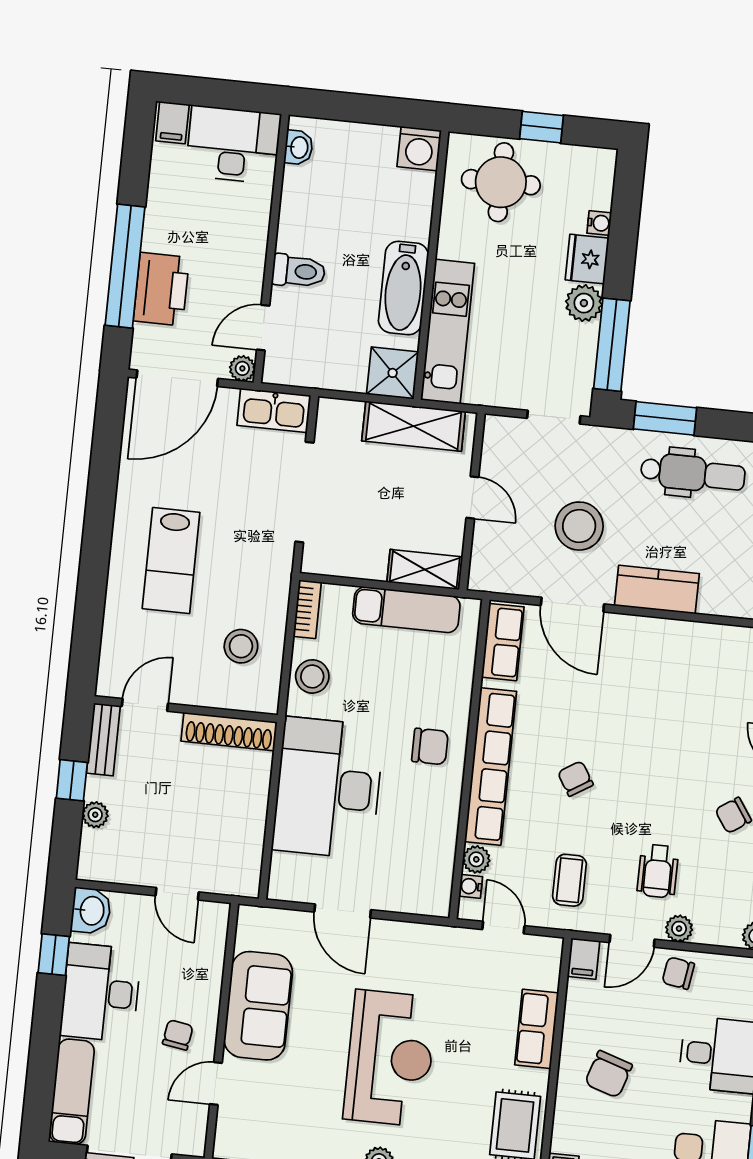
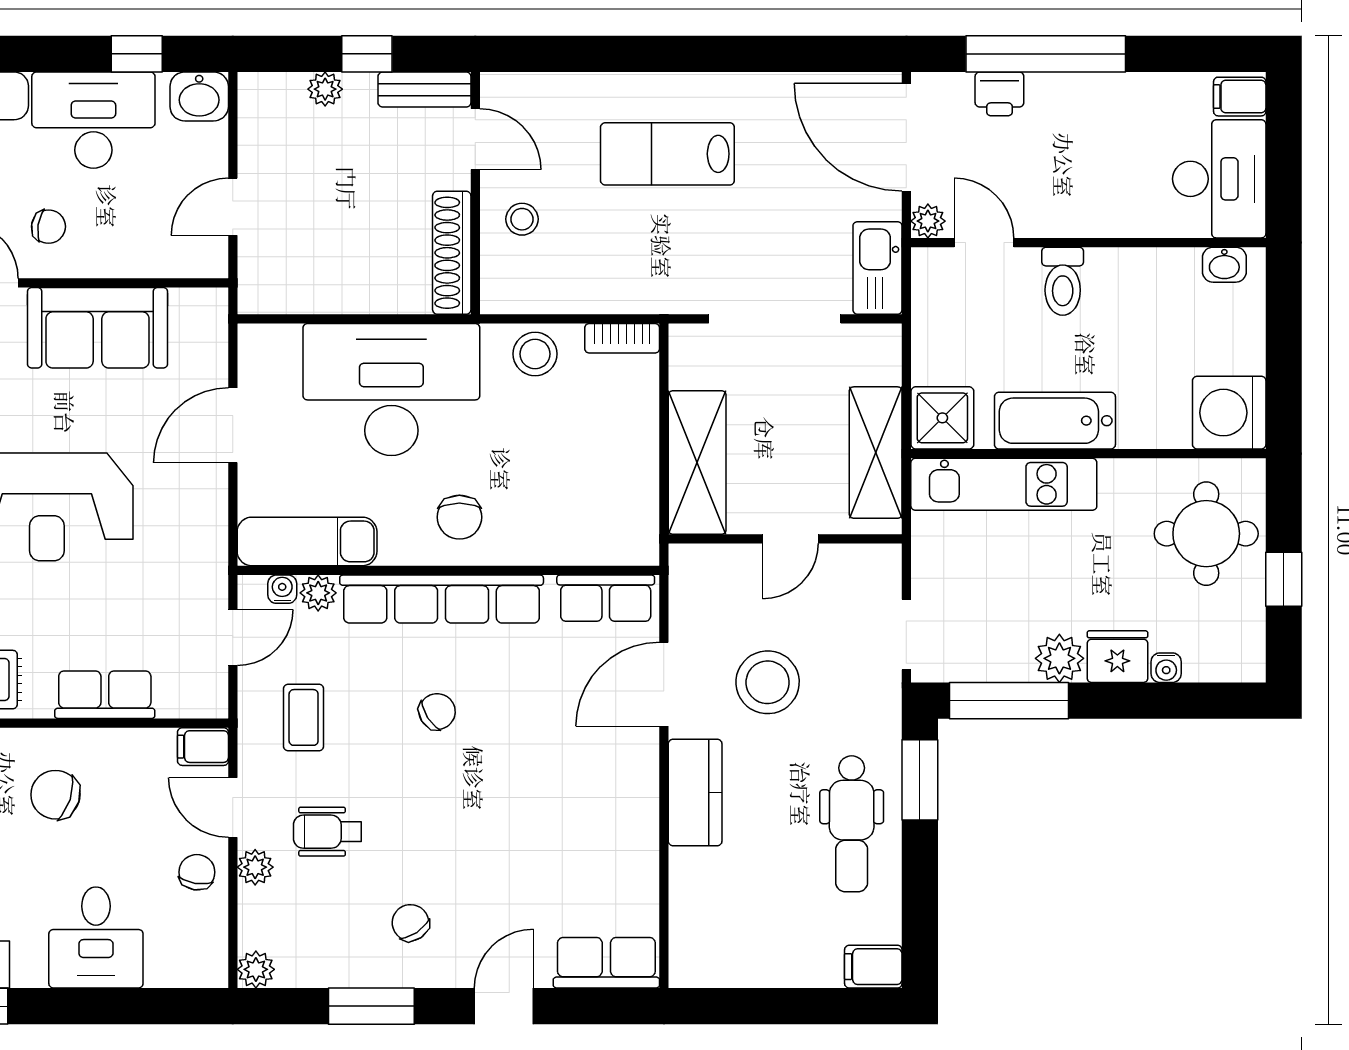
washing machine: (419, 149) -> (1229, 413), width x1.37, depth x1.37
printer: (161, 289) -> (999, 94), width x0.53, depth x0.68
shelving: (425, 569) -> (697, 463), width x1.50, depth x1.33
exam couch: (406, 610) -> (307, 541), moved, turned 90
stool: (241, 646) -> (522, 219), moved, width x0.73, depth x0.73
coffee table: (569, 880) -> (304, 717), turned 90

